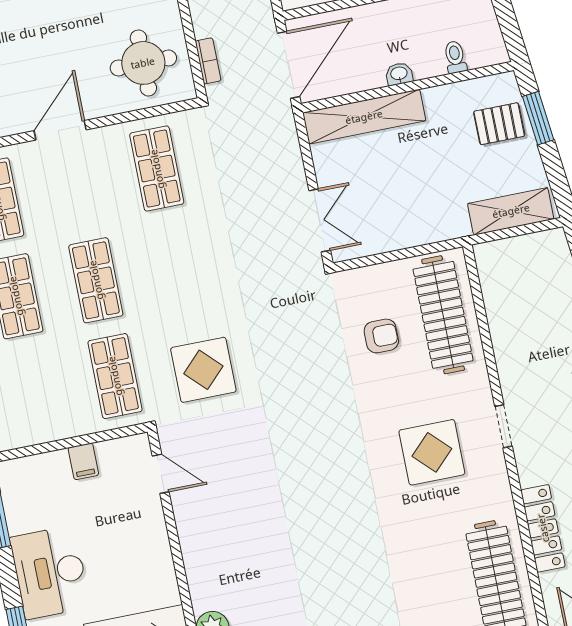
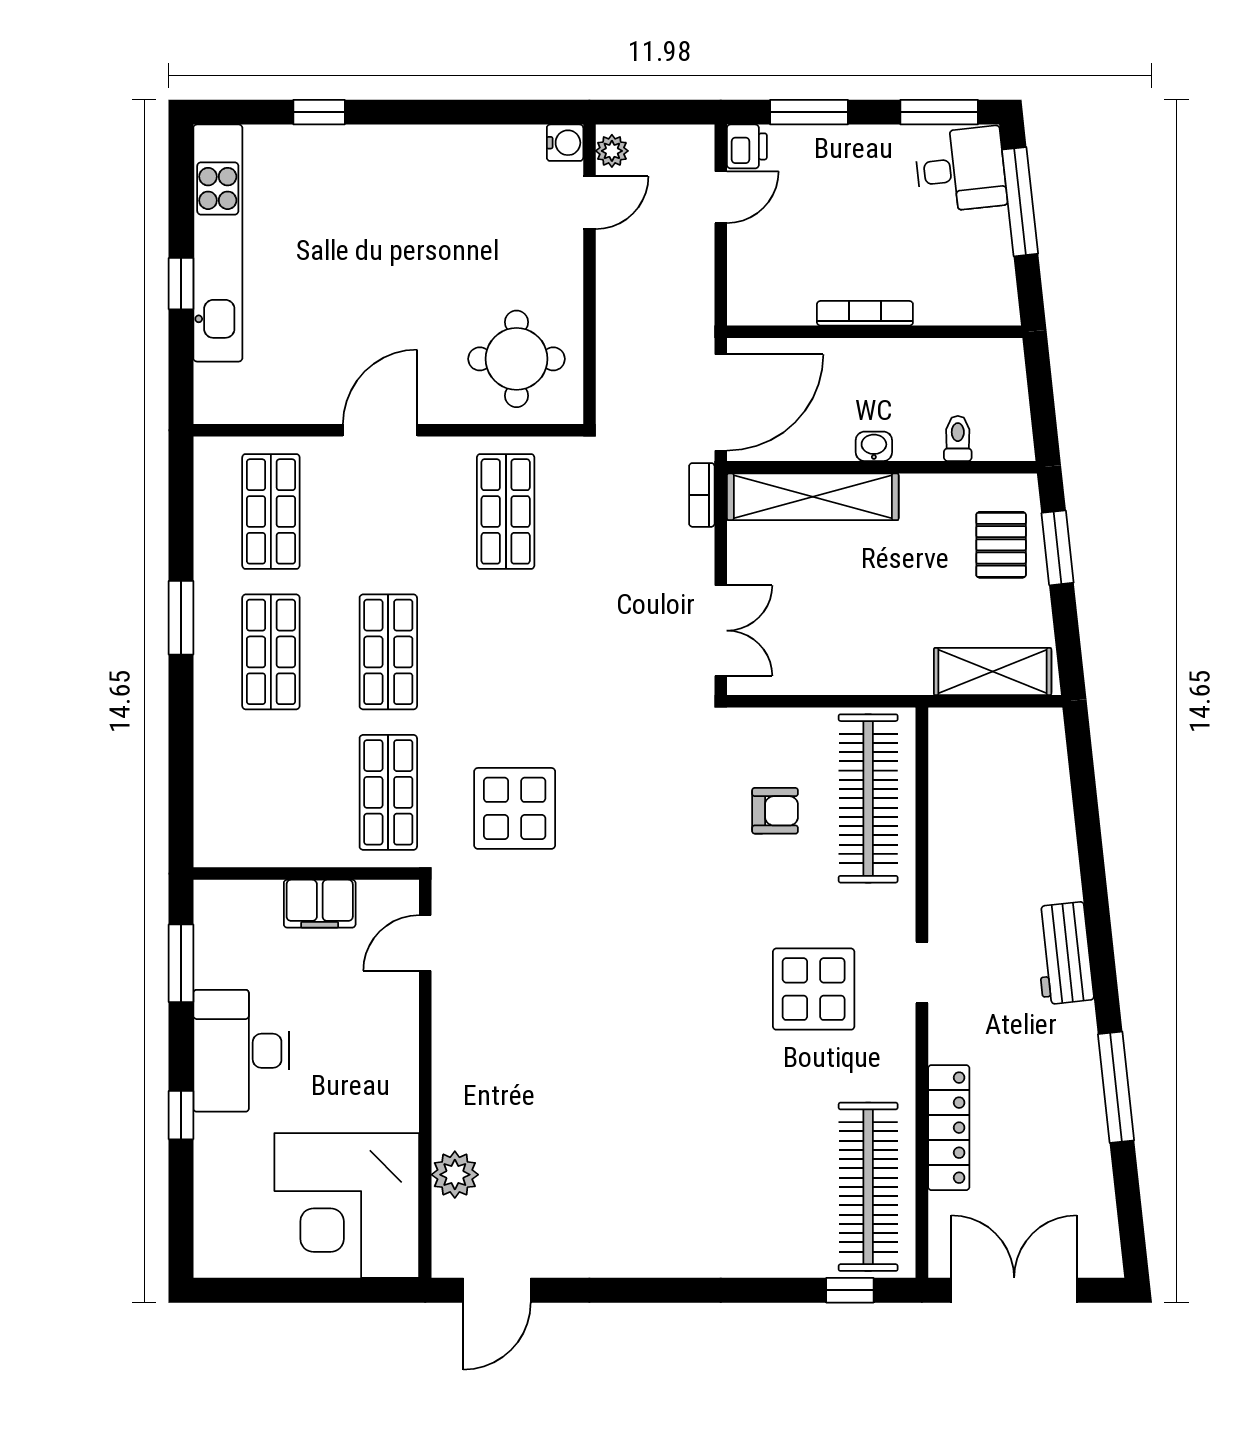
bookcase: (208, 61) -> (702, 495), moved, turned 180
pallet: (499, 124) -> (1001, 545), turned 90
filing cabinet: (83, 461) -> (320, 904), width x2.00
door: (161, 474) -> (425, 943), swing flipped

